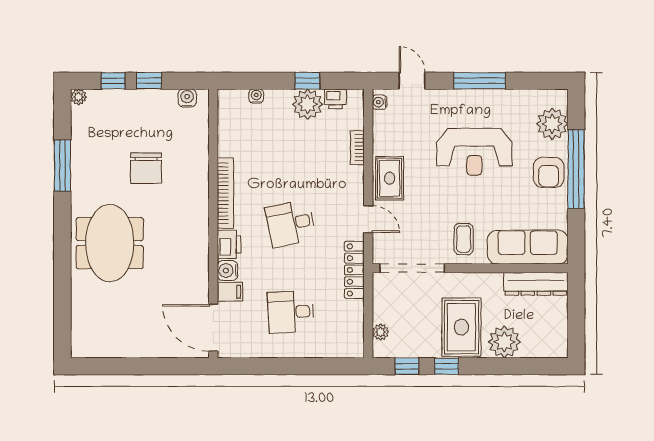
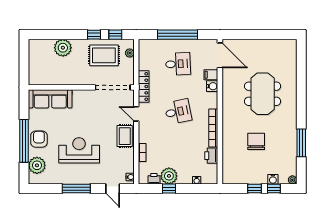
water cooler: (187, 98) -> (273, 179), moved
coffee table: (464, 239) -> (85, 103), removed
meeting table: (110, 243) -> (263, 94), moved
printer: (229, 244) -> (211, 156), moved
dresser: (536, 284) -> (46, 79), removed
rug: (461, 327) -> (104, 55), moved, turned 90
window: (292, 366) -> (178, 35), added

